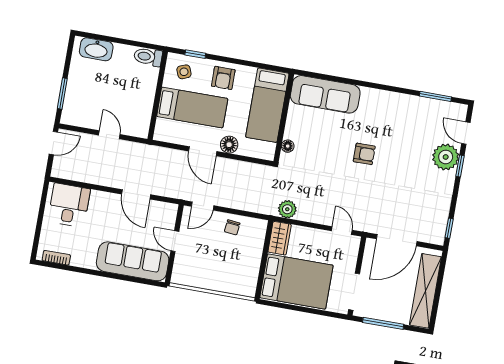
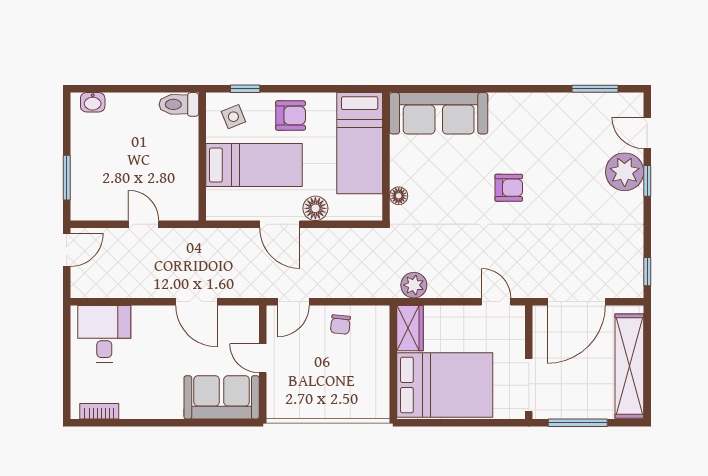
washbasin: (96, 49) -> (93, 102), width x0.52, depth x0.69
armchair: (223, 78) -> (291, 116), turned -90
sofa: (133, 261) -> (222, 397), width x0.73

